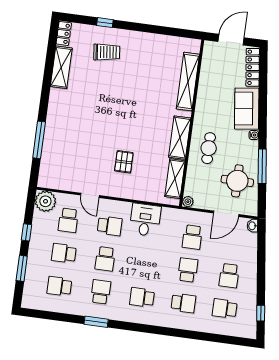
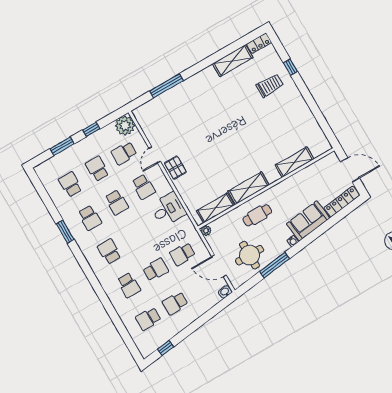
trolley: (107, 52) -> (270, 85), turned -83
shelving: (188, 82) -> (294, 162), width x0.68
pallet: (124, 162) -> (175, 168), moved, turned 90
school desk: (105, 259) -> (117, 202), turned -90
school desk: (101, 292) -> (90, 218), turned 90
school desk: (225, 309) -> (148, 319), turned -90

